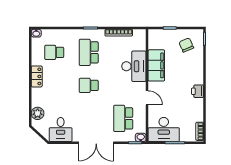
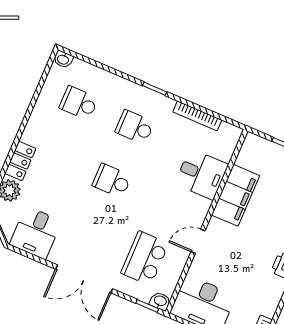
school desk: (89, 52) -> (135, 127), width x0.54
desk: (134, 66) -> (202, 174), width x0.73
locker: (37, 76) -> (20, 161), moved
door: (147, 98) -> (198, 241), swing flipped

